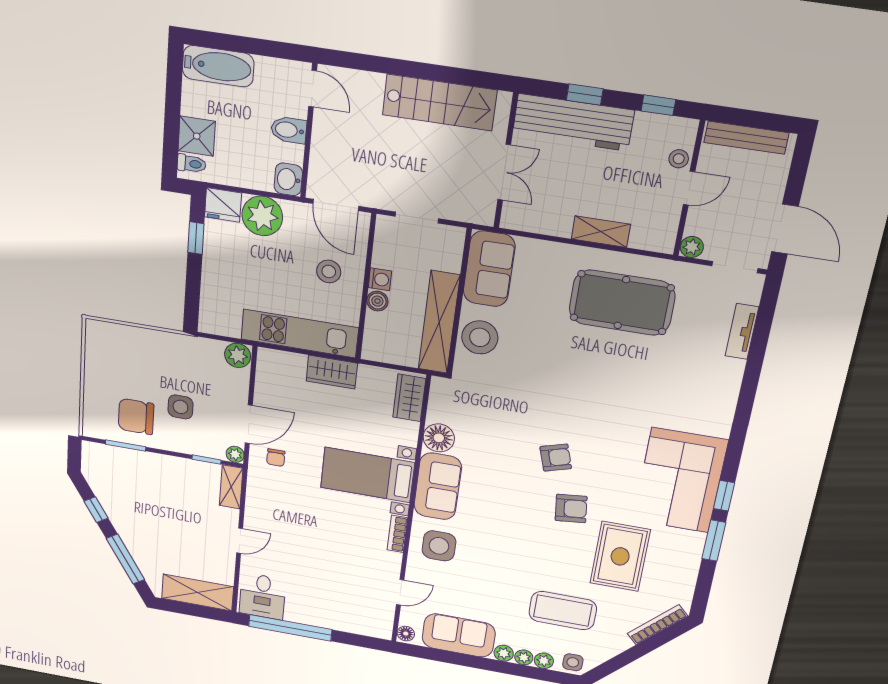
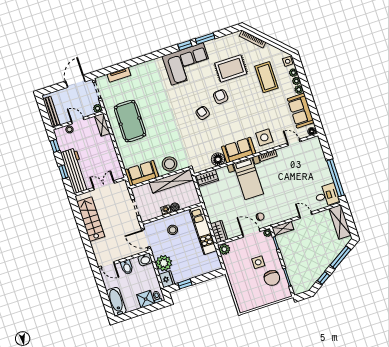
door: (313, 89) -> (108, 265), swing flipped
door: (336, 205) -> (146, 238), swing flipped
shelving: (601, 232) -> (102, 125), moved
wardrobe: (332, 372) -> (219, 232), moved

